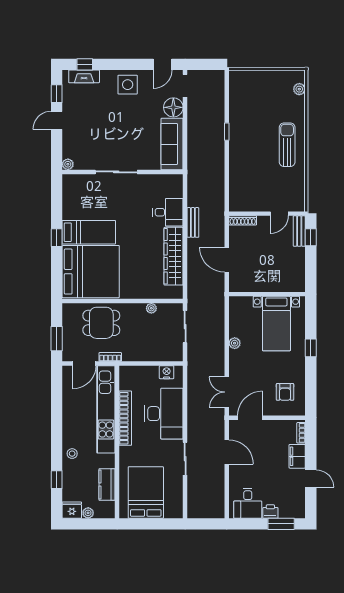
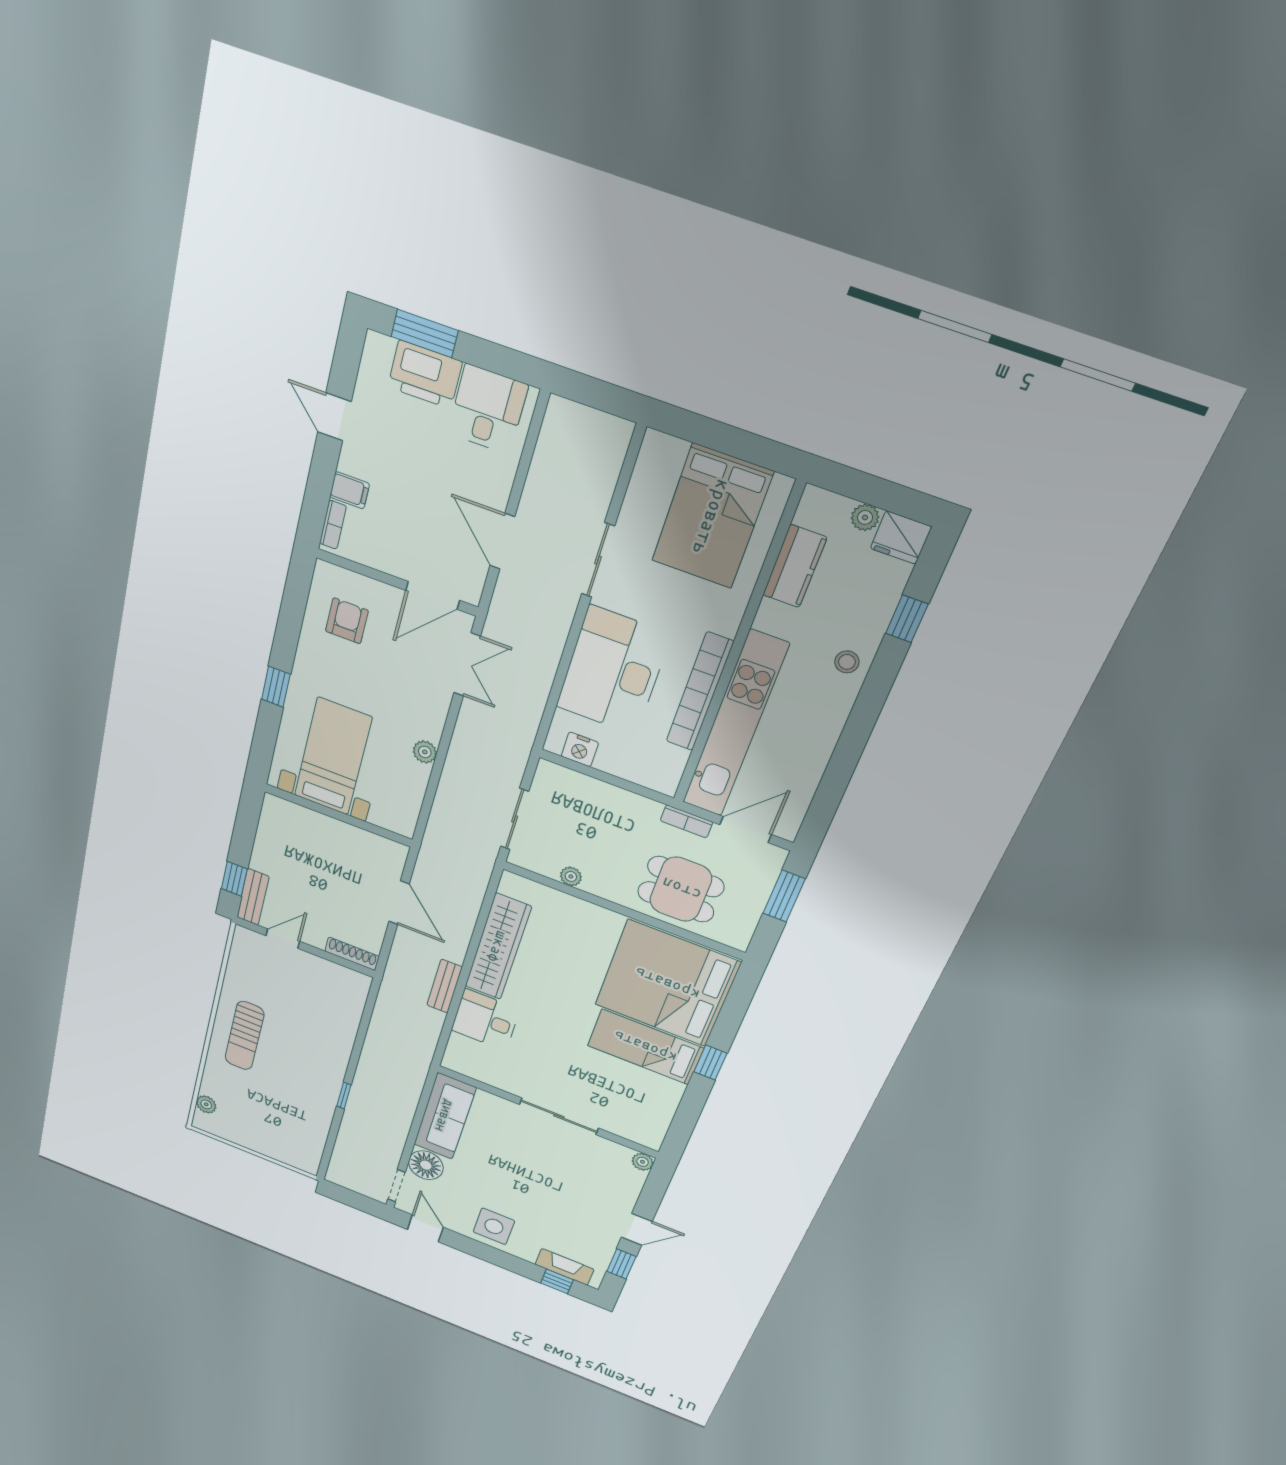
door: (163, 64) -> (425, 1228), hinge flipped
filing cabinet: (297, 456) -> (350, 490), width x0.50
printer: (270, 512) -> (425, 374), width x1.87, depth x1.48

